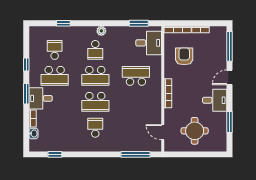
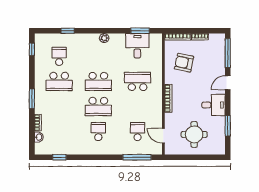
desk: (149, 43) -> (137, 46), moved, turned -90
school desk: (95, 50) -> (138, 132), moved, turned 180
armchair: (184, 56) -> (184, 63), turned -78
window: (26, 64) -> (32, 49), moved
desk: (41, 98) -> (46, 103), removed

